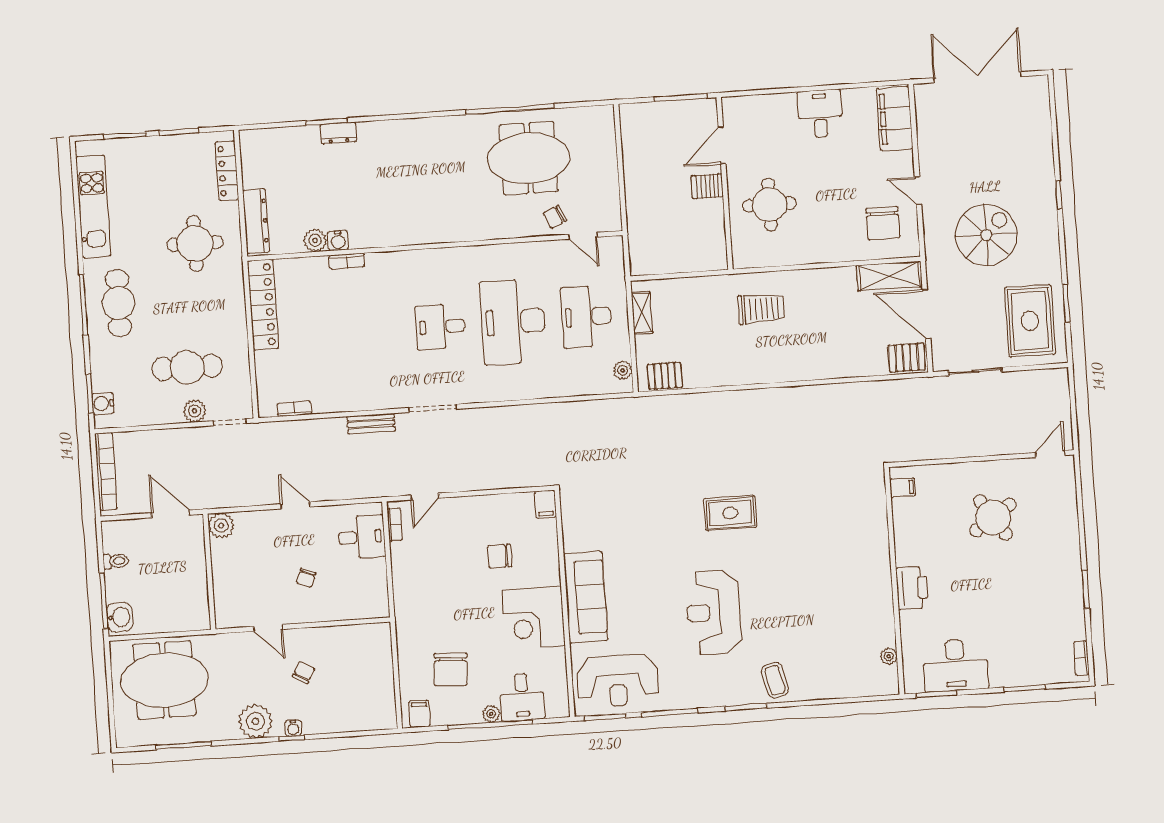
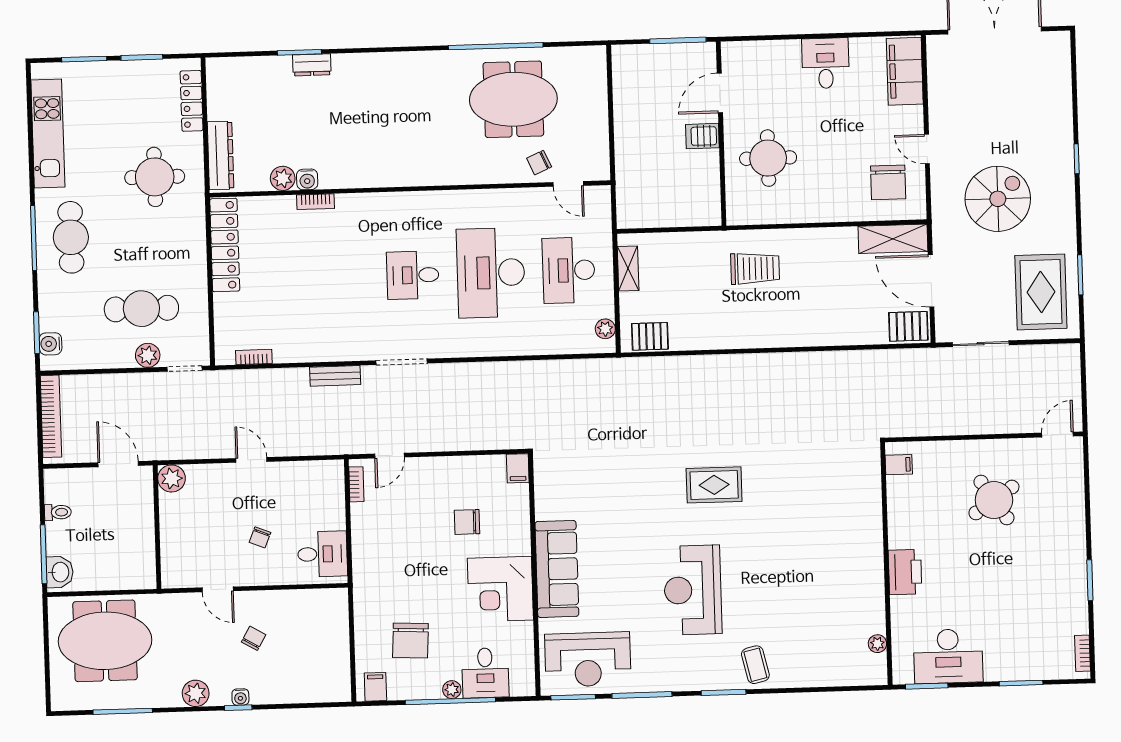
desk: (362, 537) -> (322, 554), moved
plant: (255, 721) -> (196, 693), width x0.73, depth x0.73

